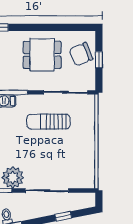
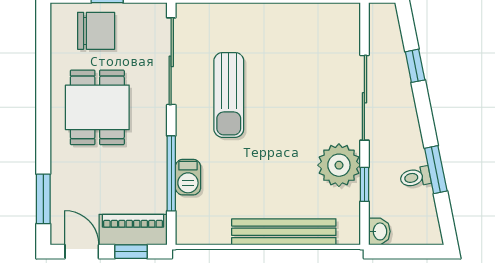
chair: (81, 54) -> (96, 31), turned -67

